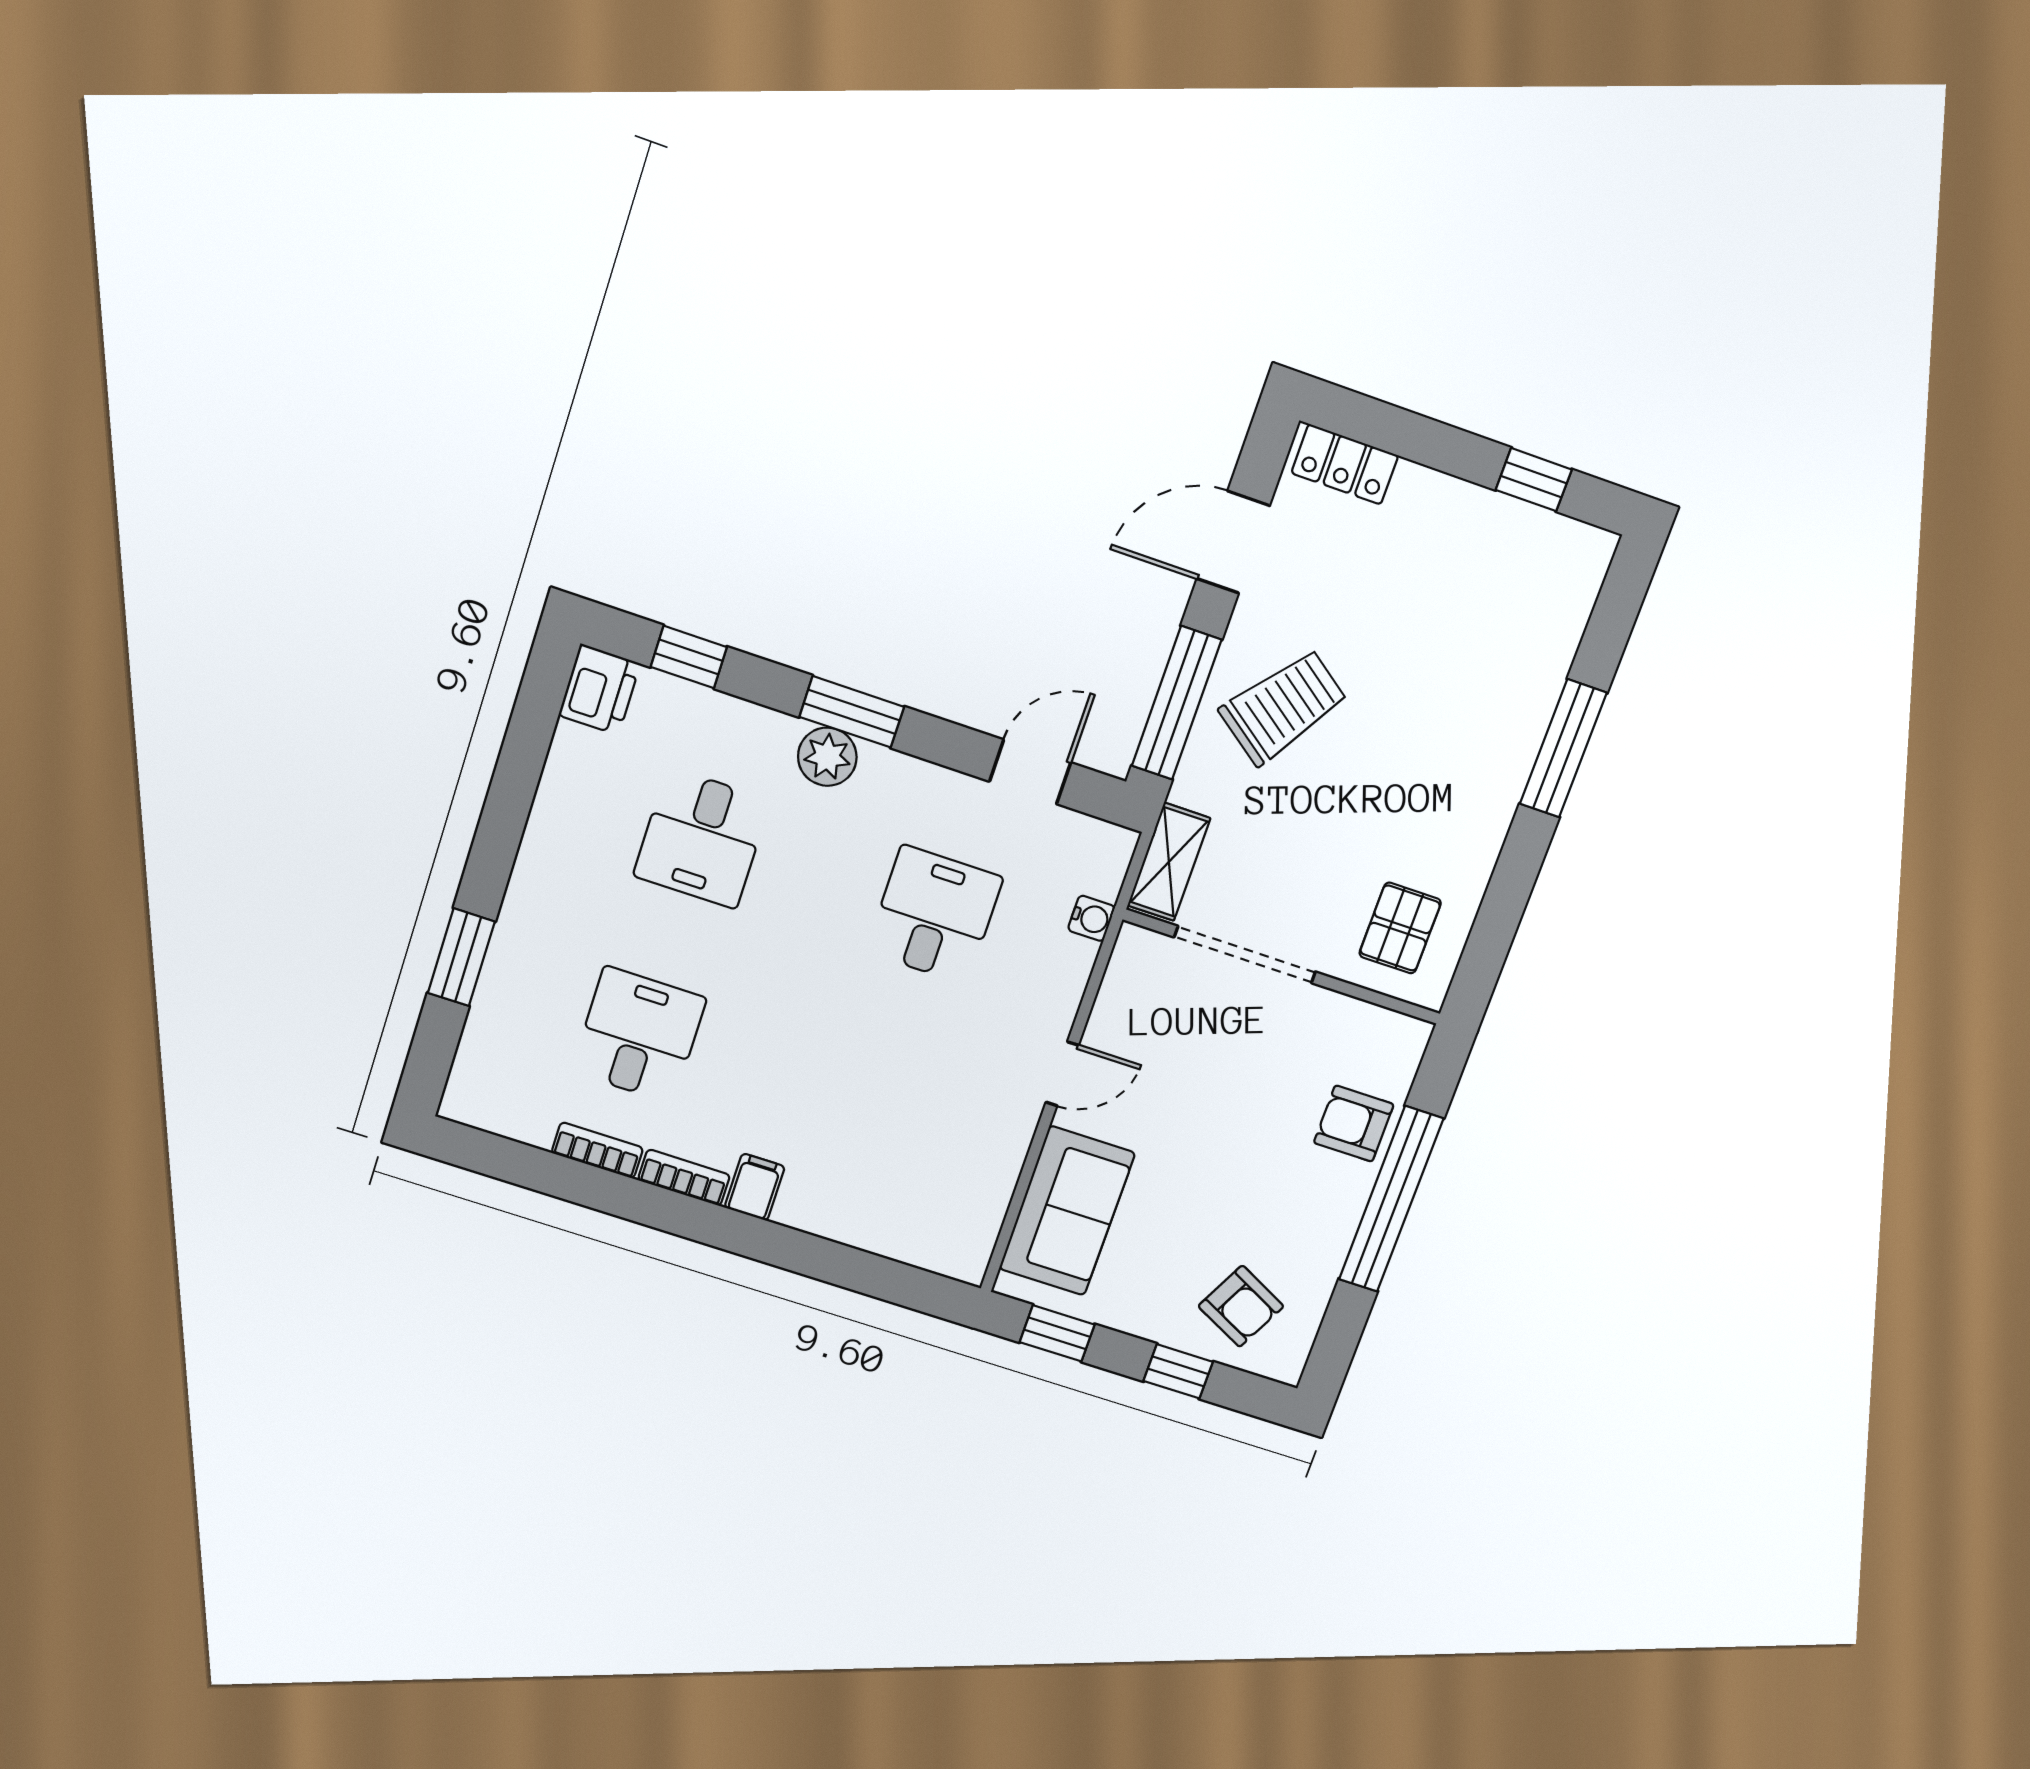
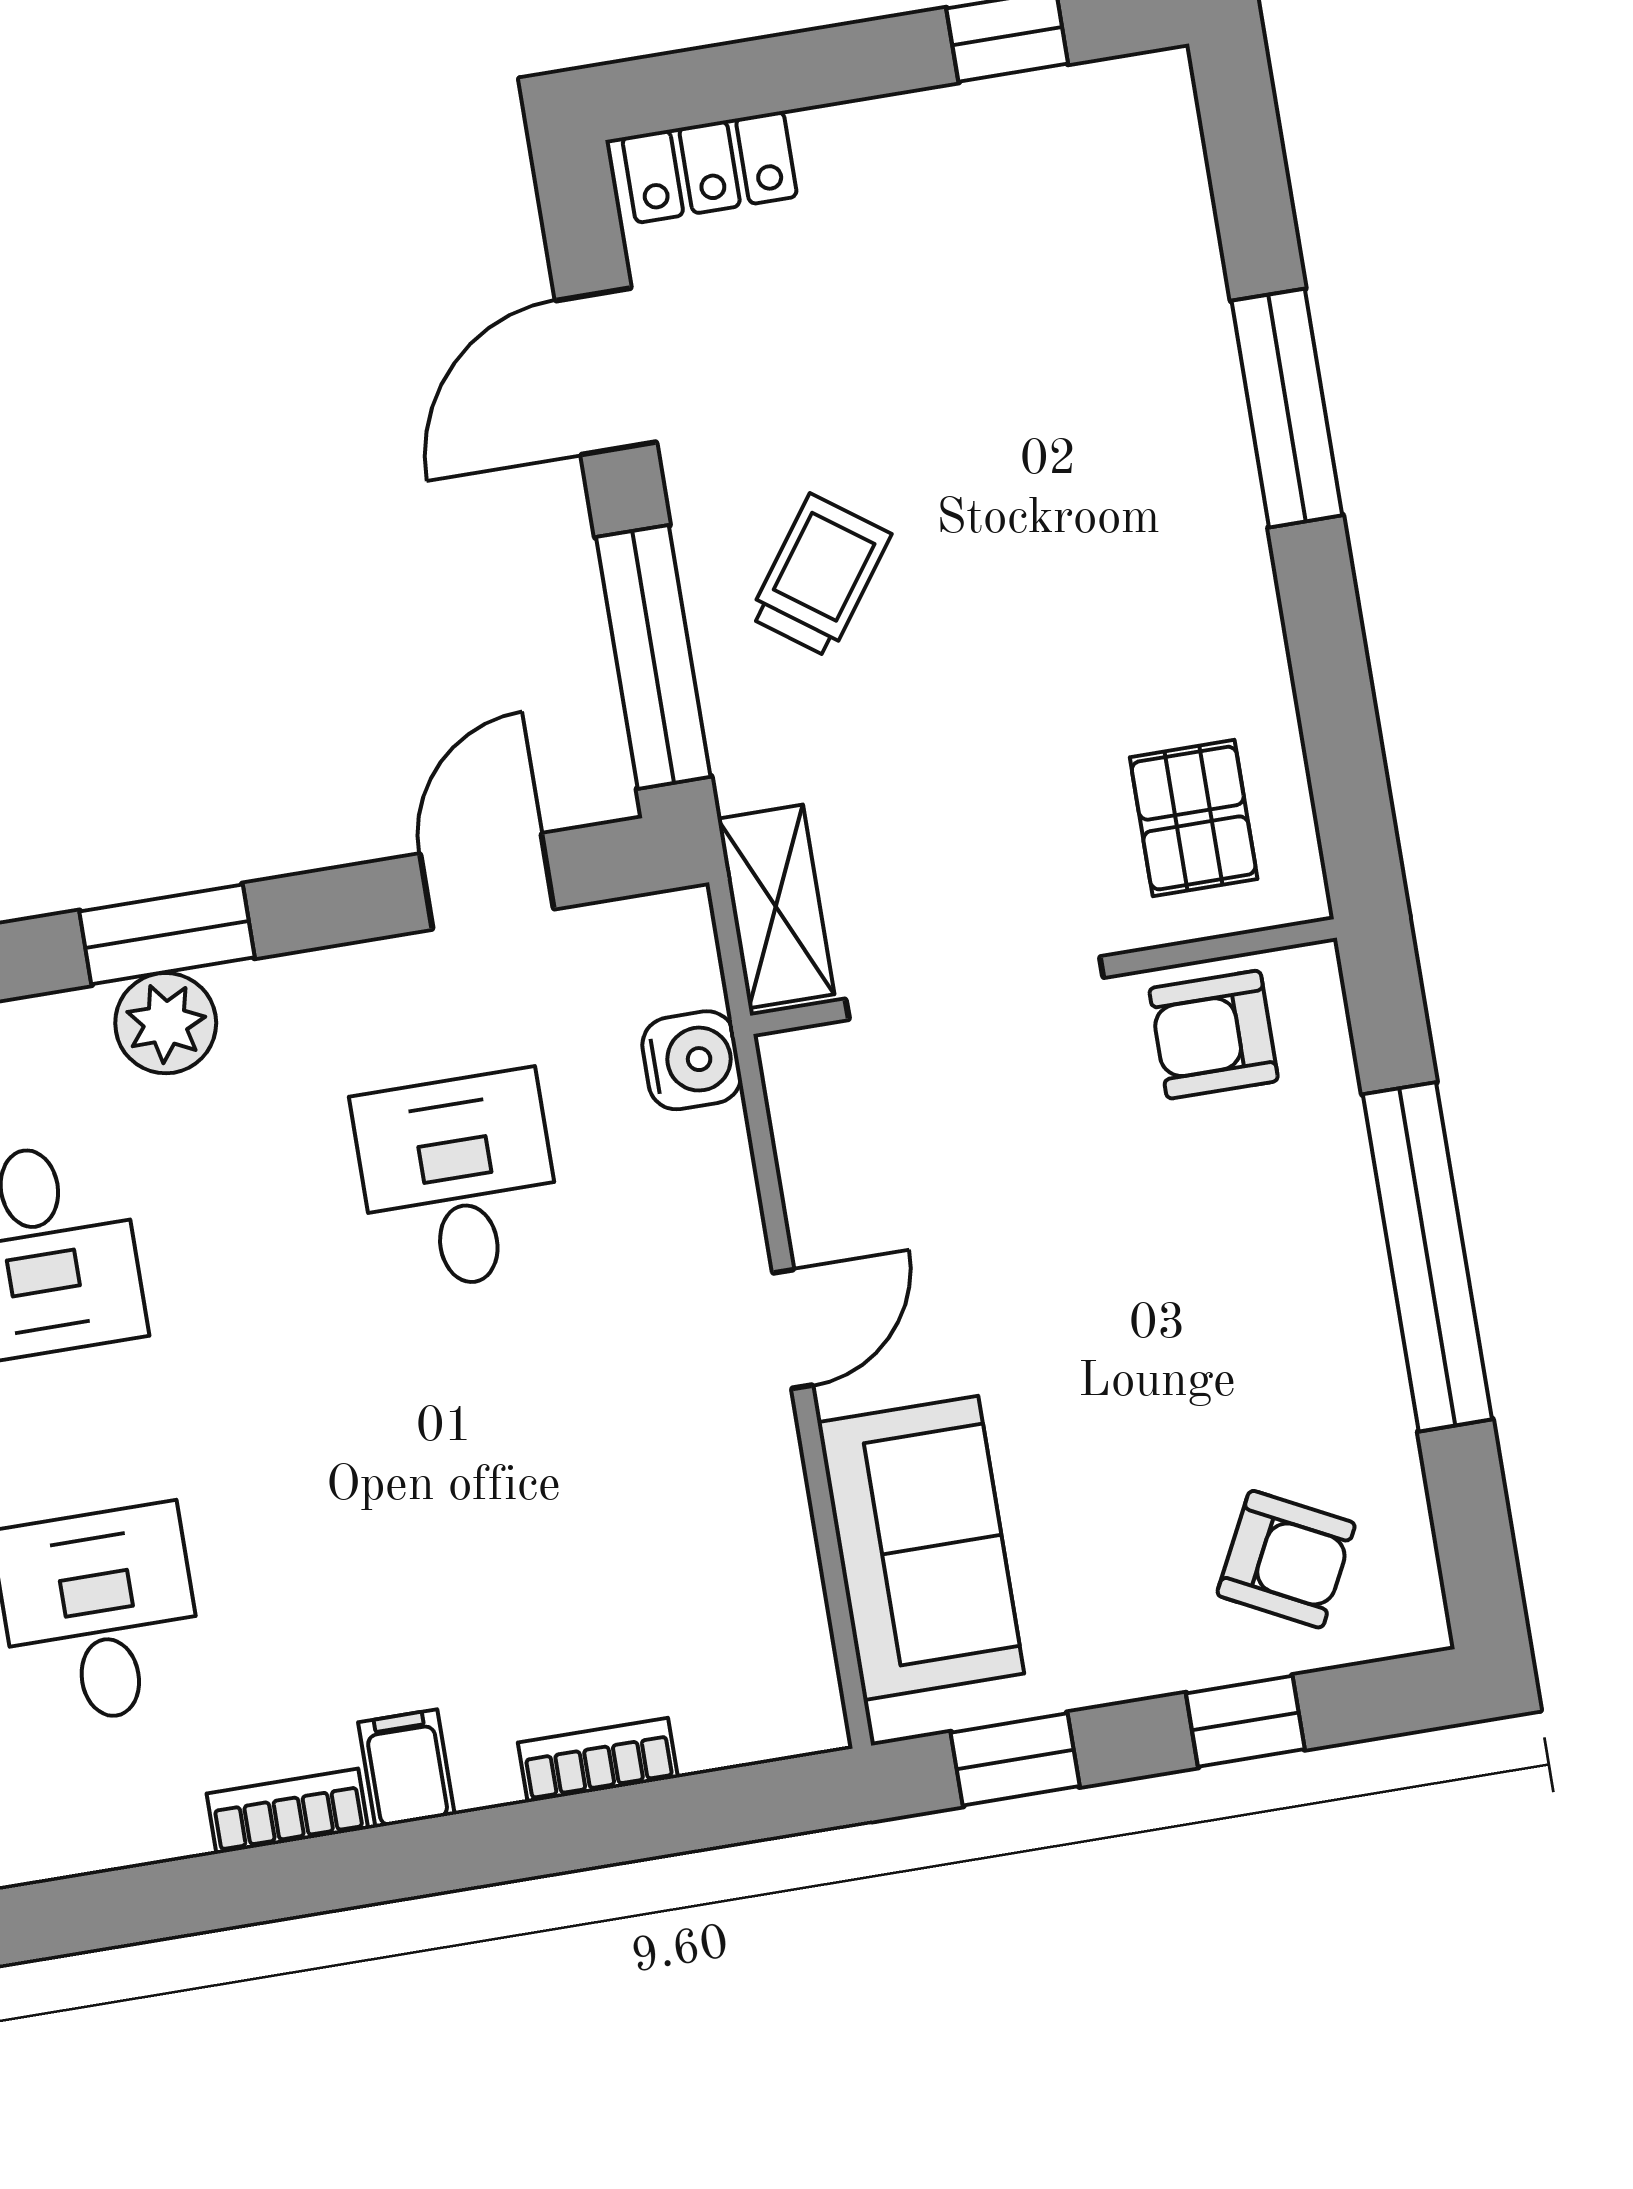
trolley: (1283, 707) -> (820, 575), width x0.73, depth x0.72
water cooler: (1091, 918) -> (692, 1060), width x1.38, depth x1.38
armchair: (1354, 1124) -> (1214, 1035), moved
bookcase: (597, 1150) -> (598, 1760), moved

